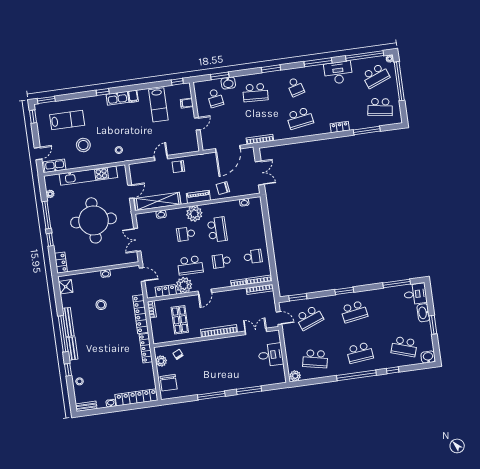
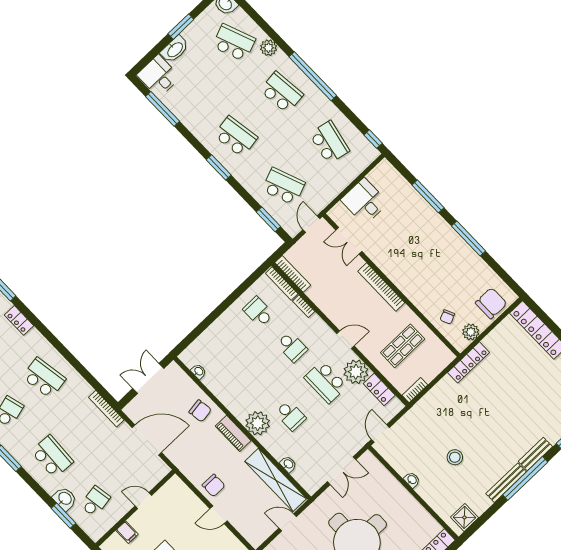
school desk: (217, 230) -> (257, 381), removed
school desk: (190, 265) -> (326, 382), turned 180
locker: (141, 314) -> (431, 400), removed
school desk: (404, 347) -> (234, 43), turned -39
window: (393, 370) -> (373, 139), moved
plant: (295, 376) -> (269, 48), moved

